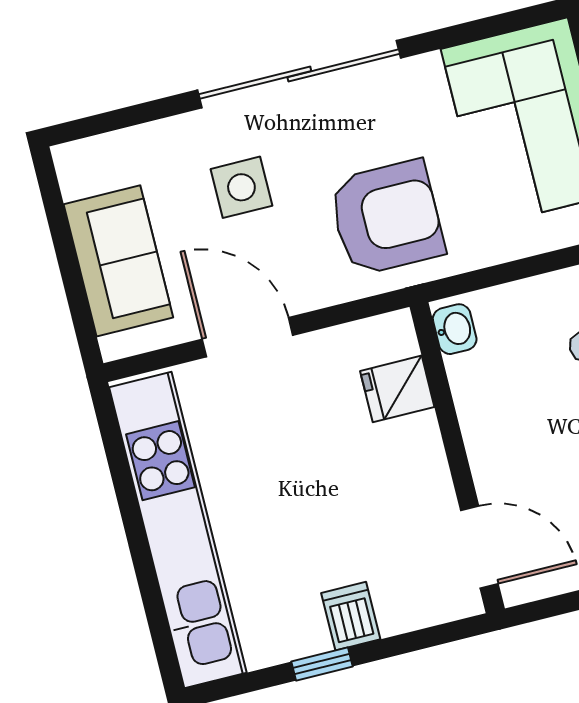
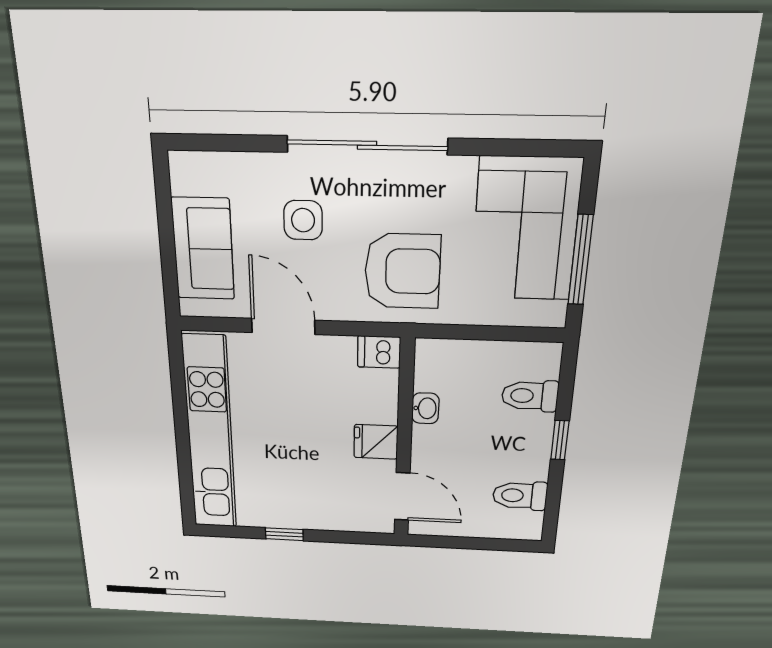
washbasin: (455, 329) -> (425, 408), moved
fridge: (397, 389) -> (376, 442), moved
dishwasher: (351, 616) -> (379, 352), moved, turned -90

